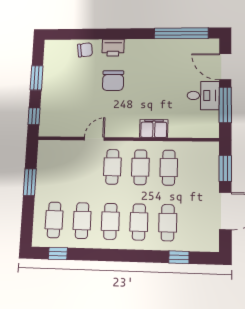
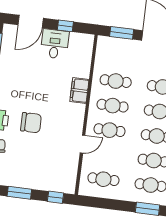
window: (225, 105) -> (65, 26), width x0.46
door: (94, 139) -> (83, 144), swing flipped
cafe table: (57, 166) -> (103, 179), added
window: (30, 182) -> (148, 209), moved

